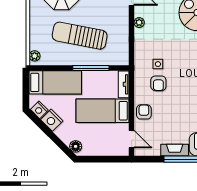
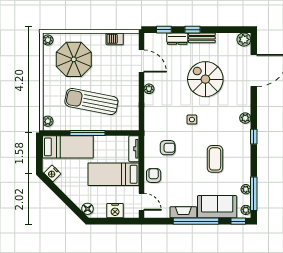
side table: (158, 64) -> (192, 120), moved
window: (91, 68) -> (87, 133), moved
armchair: (158, 83) -> (168, 148), turned -90
nightstand: (52, 120) -> (115, 211), moved, turned -45

